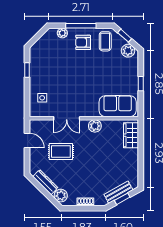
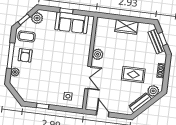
sofa: (118, 106) -> (72, 23), moved, turned -90
wardrobe: (131, 135) -> (127, 27), moved
door: (27, 140) -> (103, 114), hinge flipped
rug: (61, 151) -> (133, 75), moved, turned 90

